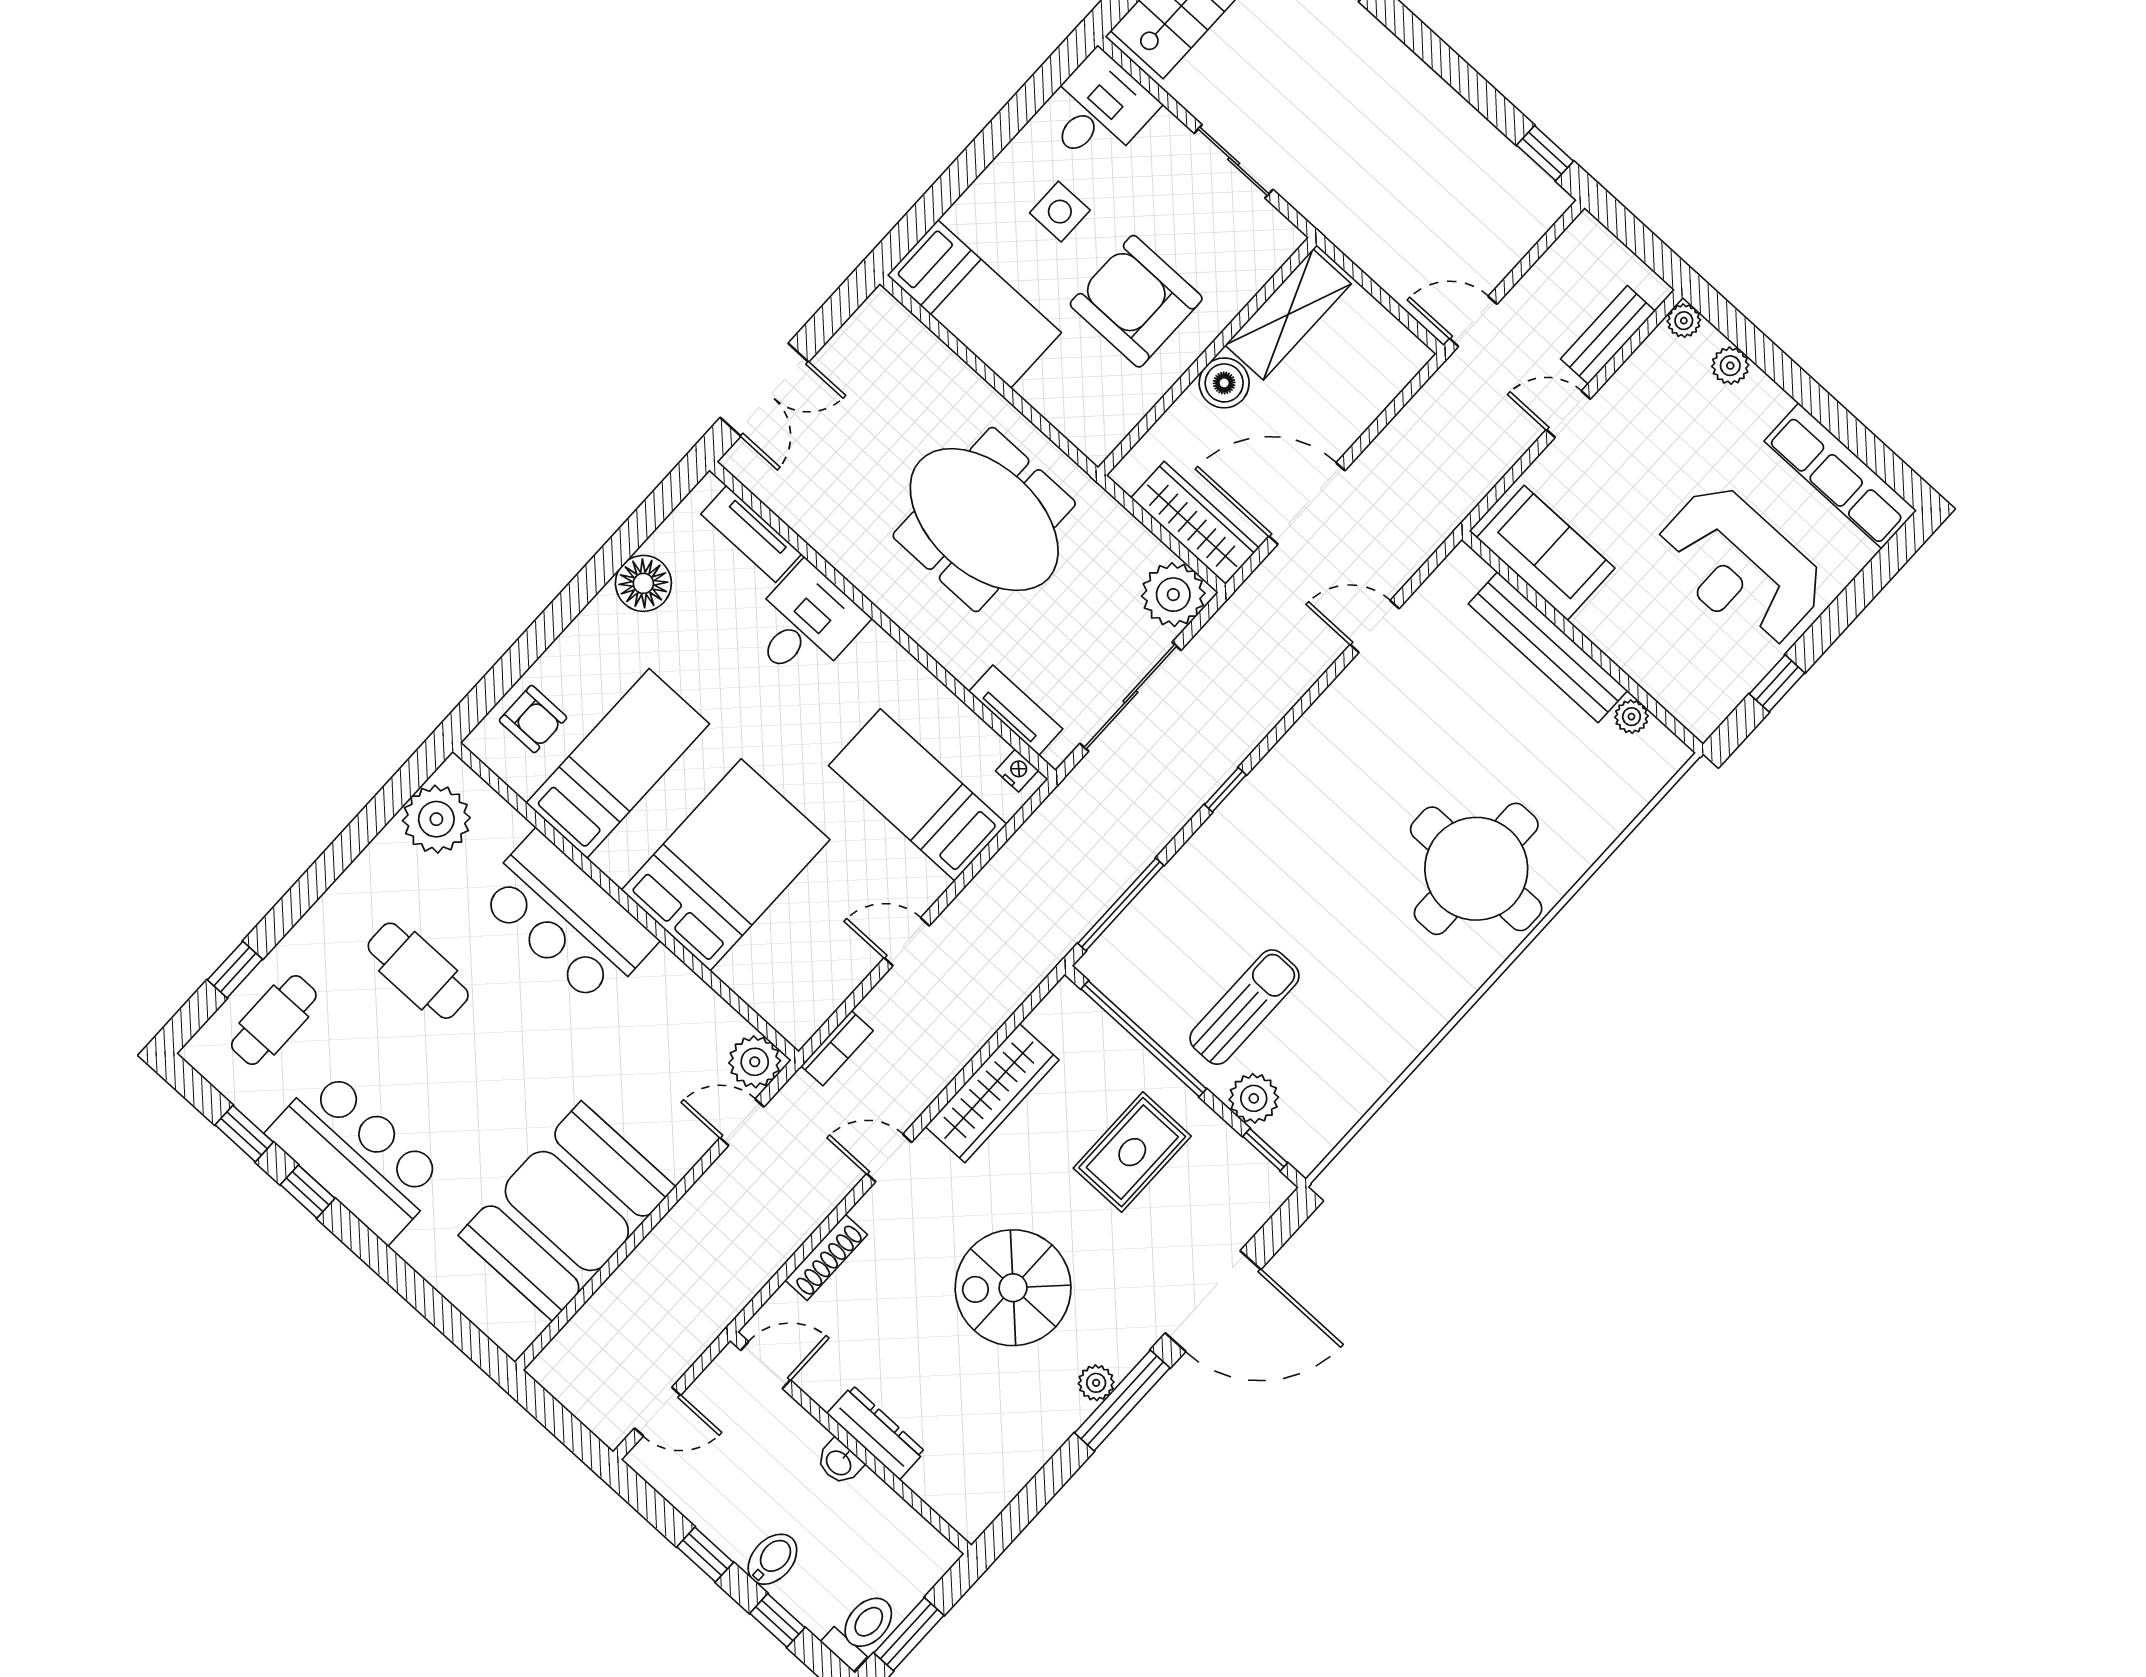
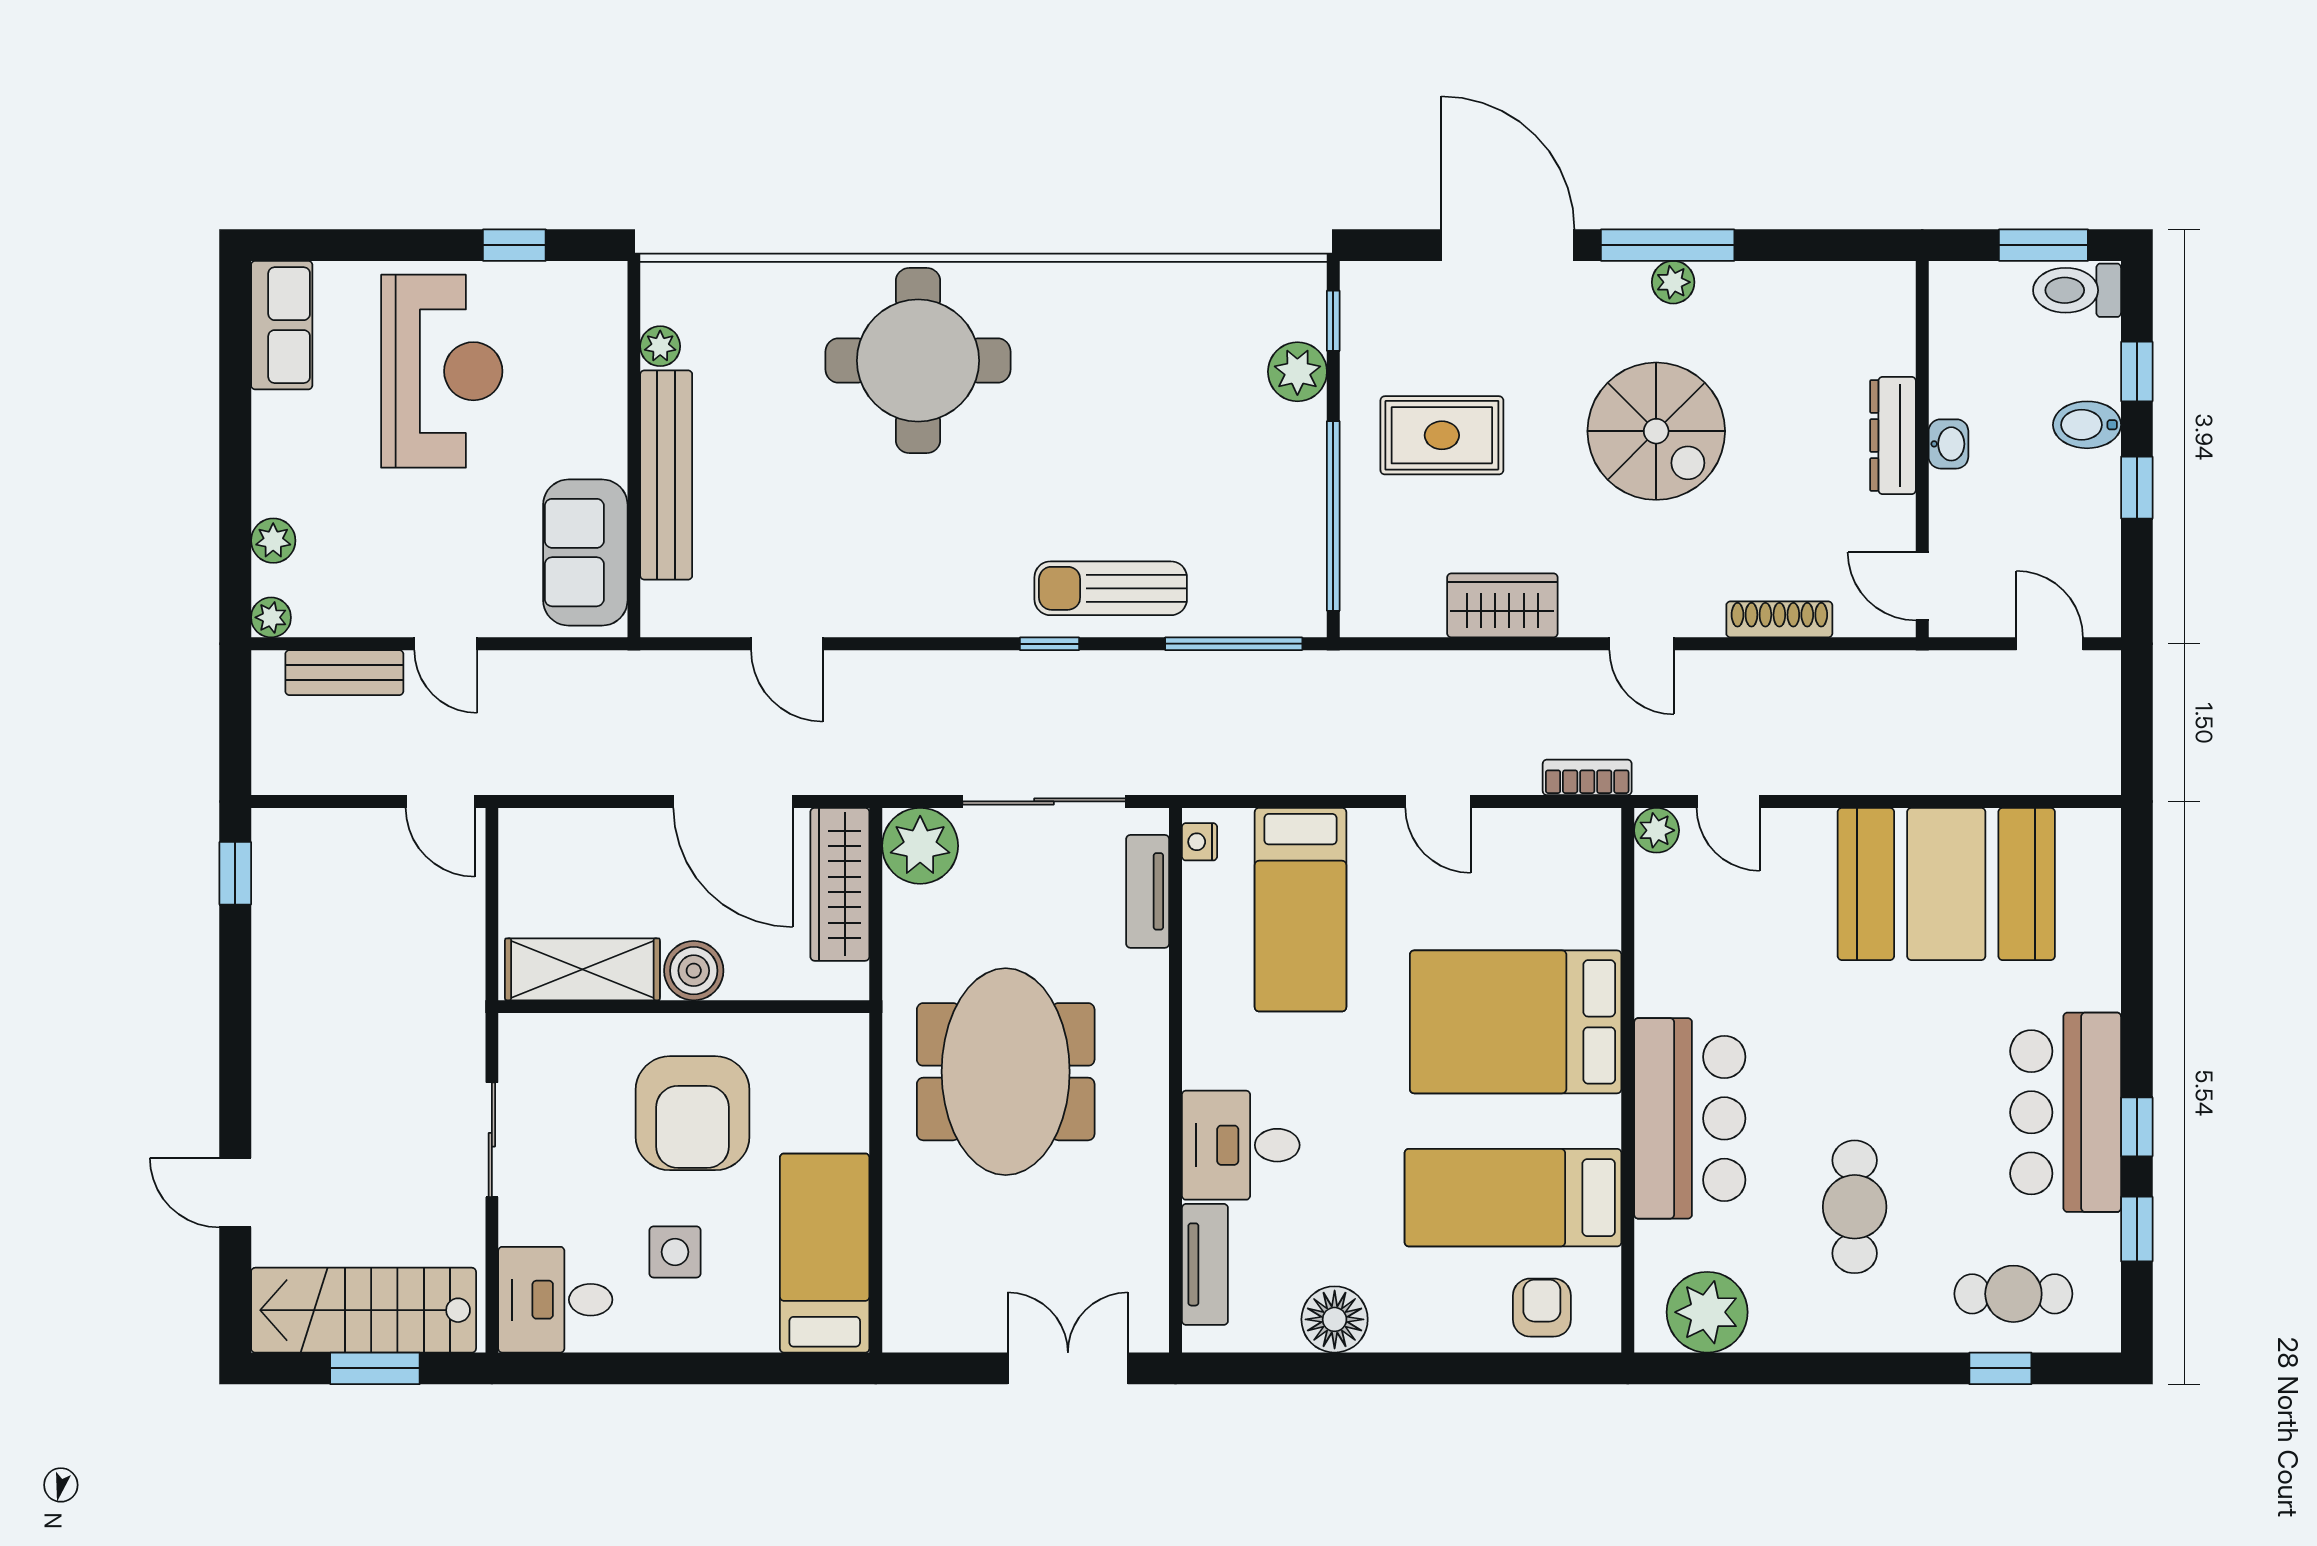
row of seats: (1840, 476) -> (282, 325), width x0.68
sun lounger: (1245, 1007) -> (1111, 588), moved
plant: (755, 1062) -> (1657, 830), width x0.73, depth x0.73
wardrobe: (992, 1093) -> (1502, 605), width x0.67

